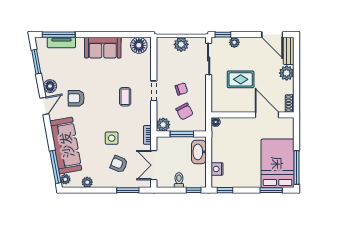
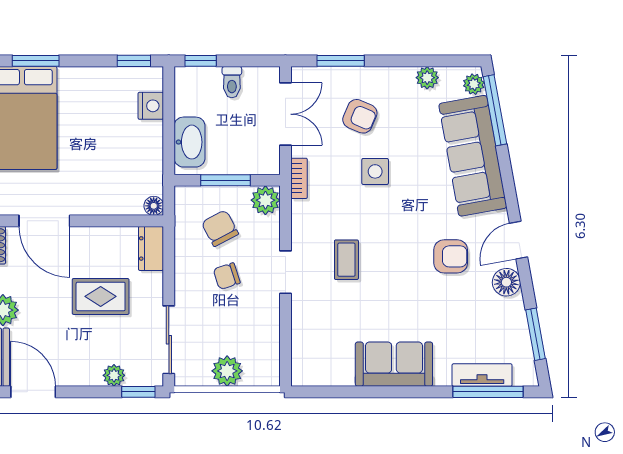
floor lamp: (139, 45) -> (317, 369), removed
dresser: (217, 102) -> (151, 248), added

